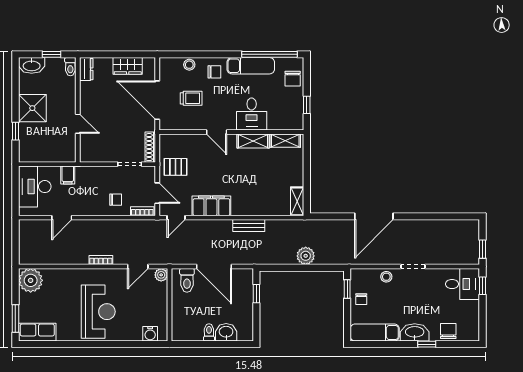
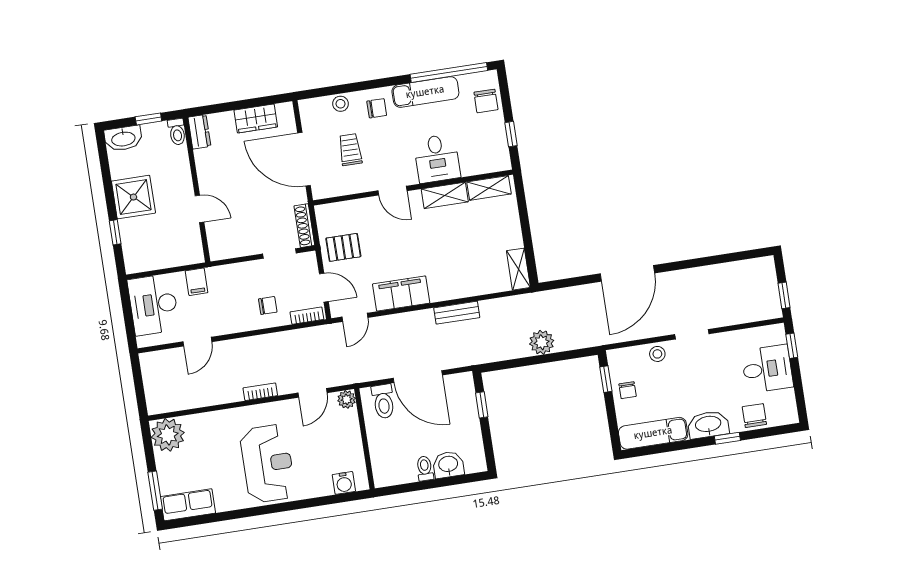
trolley: (191, 98) -> (350, 150), turned -90
desk: (462, 284) -> (767, 369), moved

